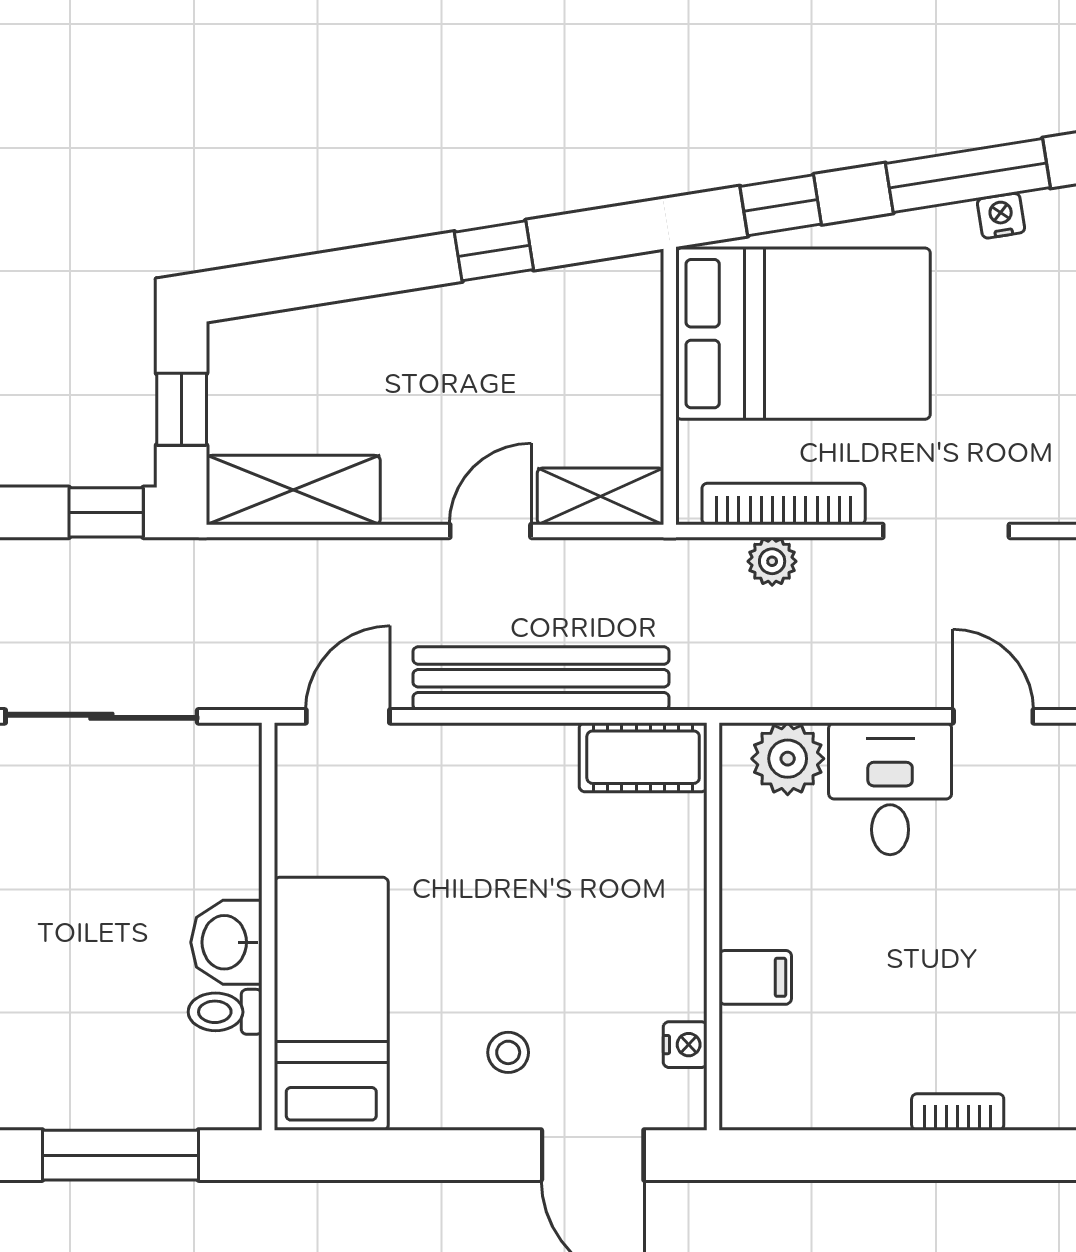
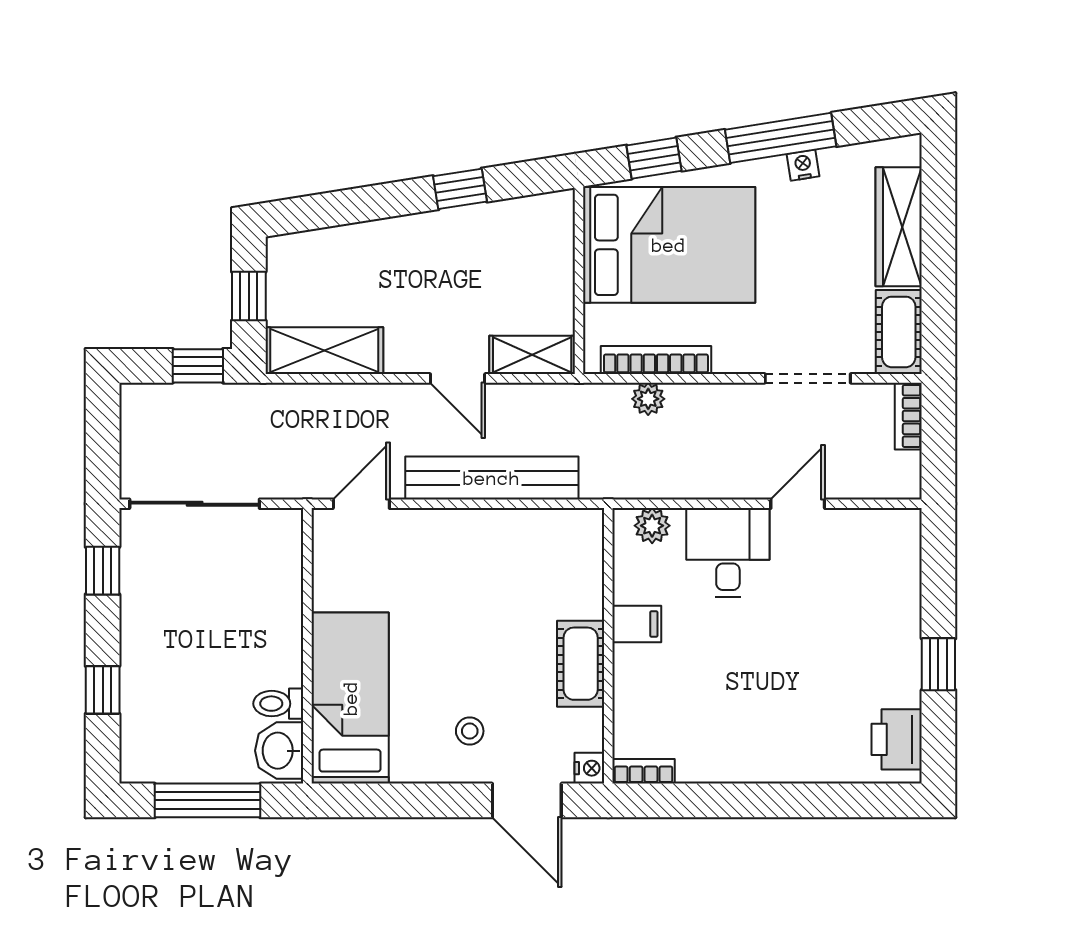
door: (490, 531) -> (458, 378), swing flipped
doorway: (946, 531) -> (808, 378), moved
door: (993, 716) -> (798, 504), hinge flipped
cot: (643, 757) -> (581, 664), moved, turned 90
plant: (788, 759) -> (652, 526), width x0.73, depth x0.73
washbasin: (226, 942) -> (279, 751), moved
filing cabinet: (755, 977) -> (637, 624), moved
nightstand: (685, 1045) -> (589, 768), moved
bookcase: (958, 1112) -> (644, 771), moved

